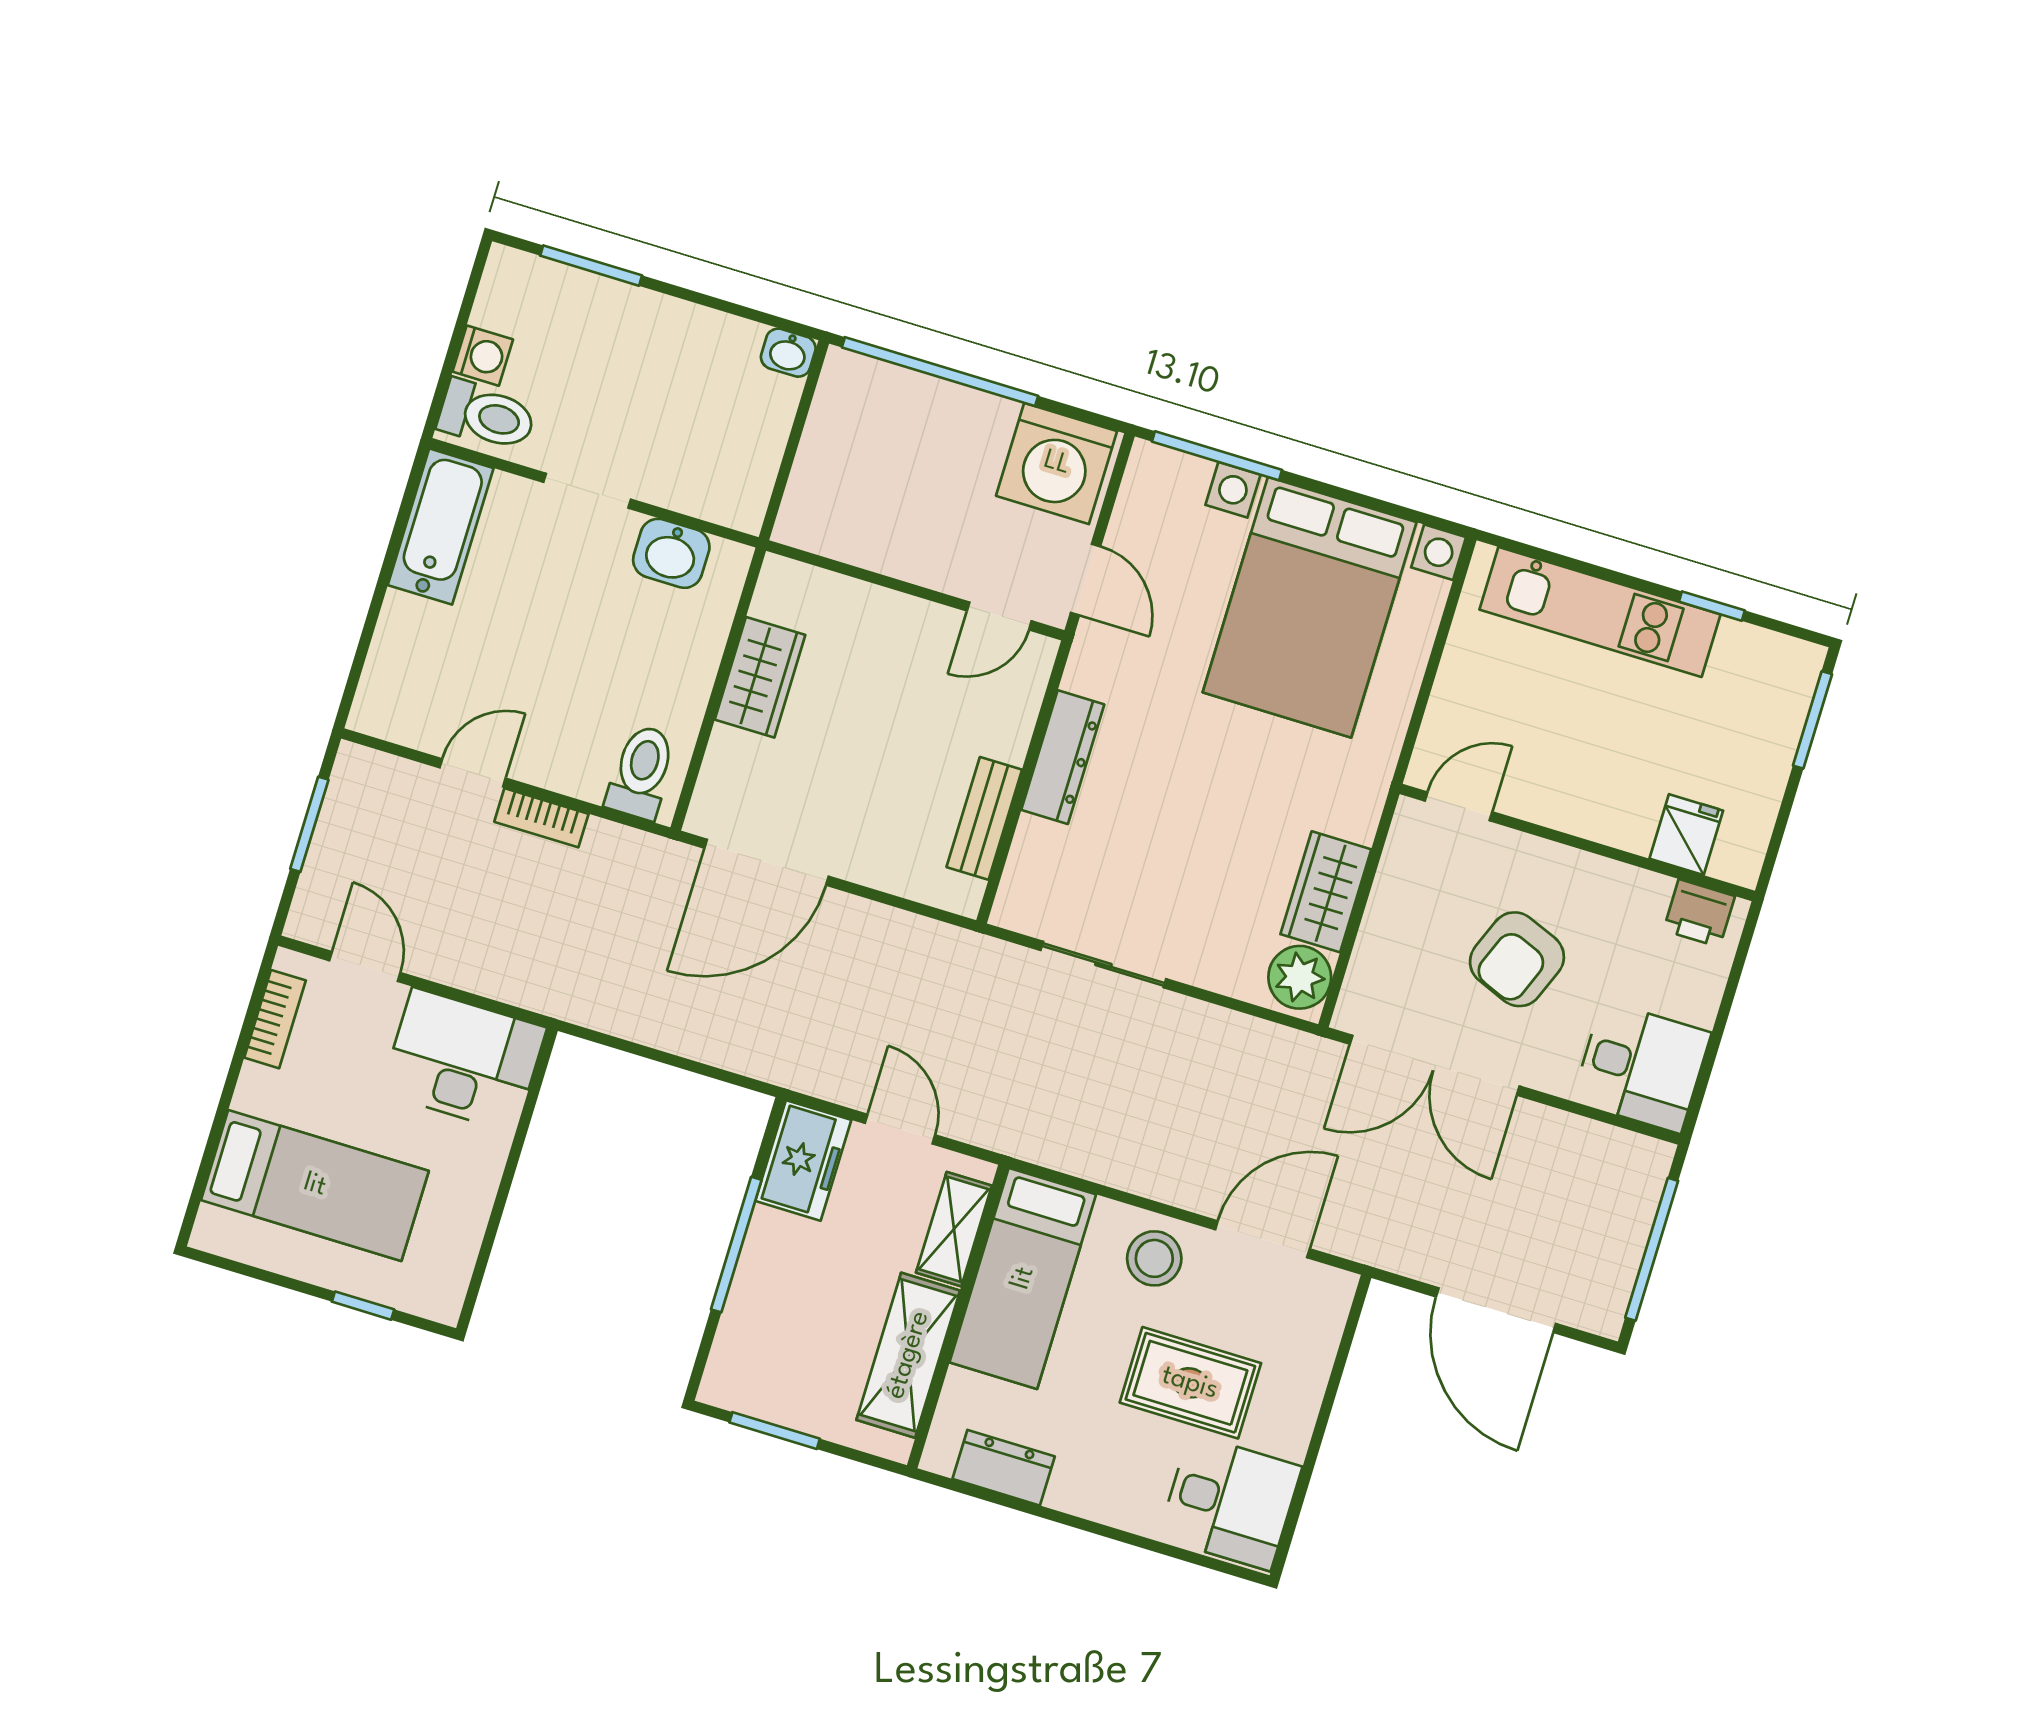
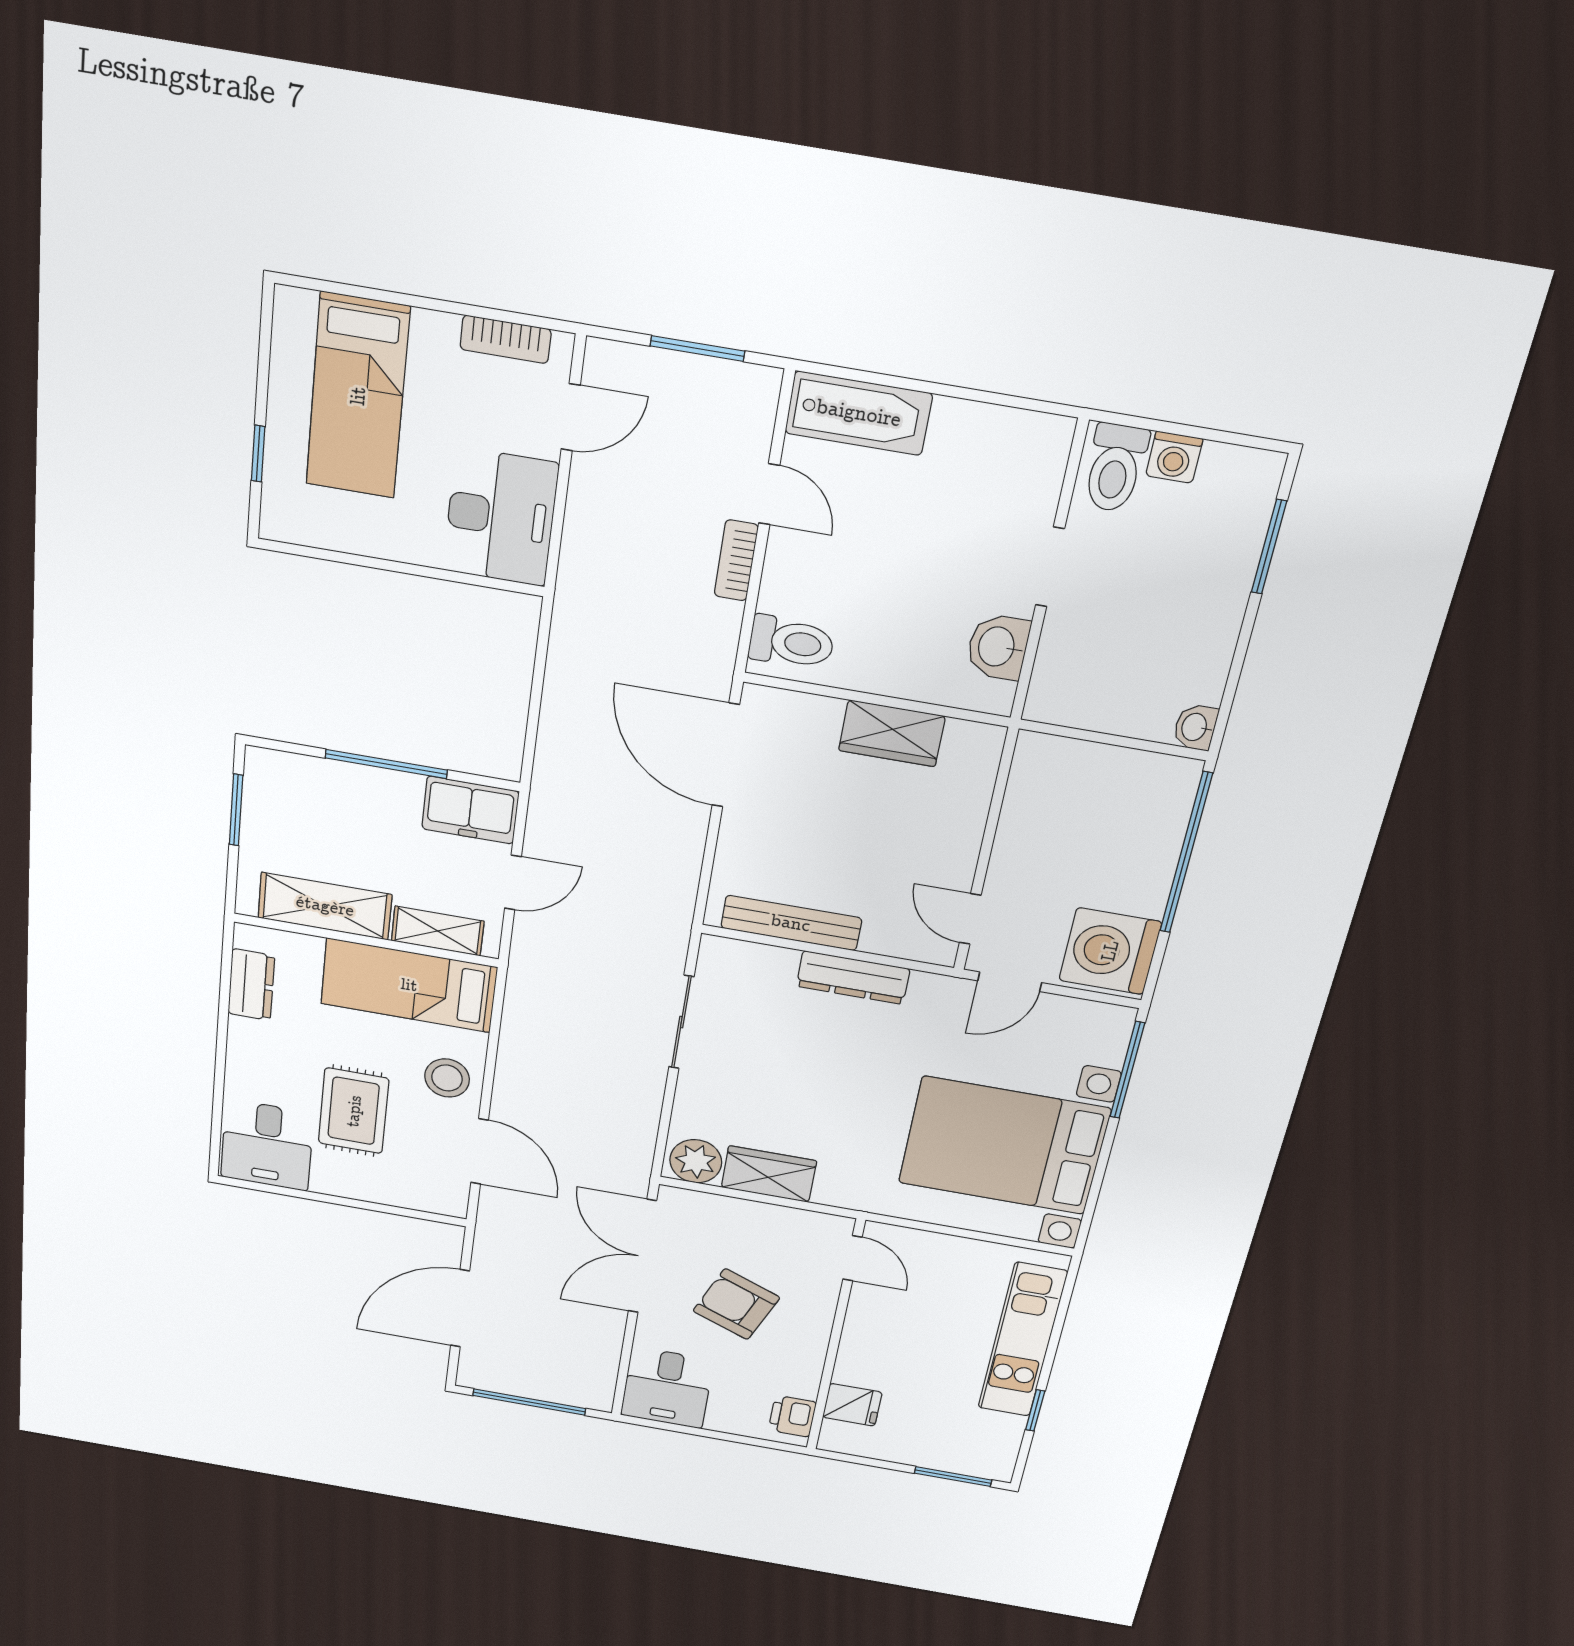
bathtub: (441, 527) -> (859, 413), moved
bench: (984, 818) -> (791, 923), width x1.36

